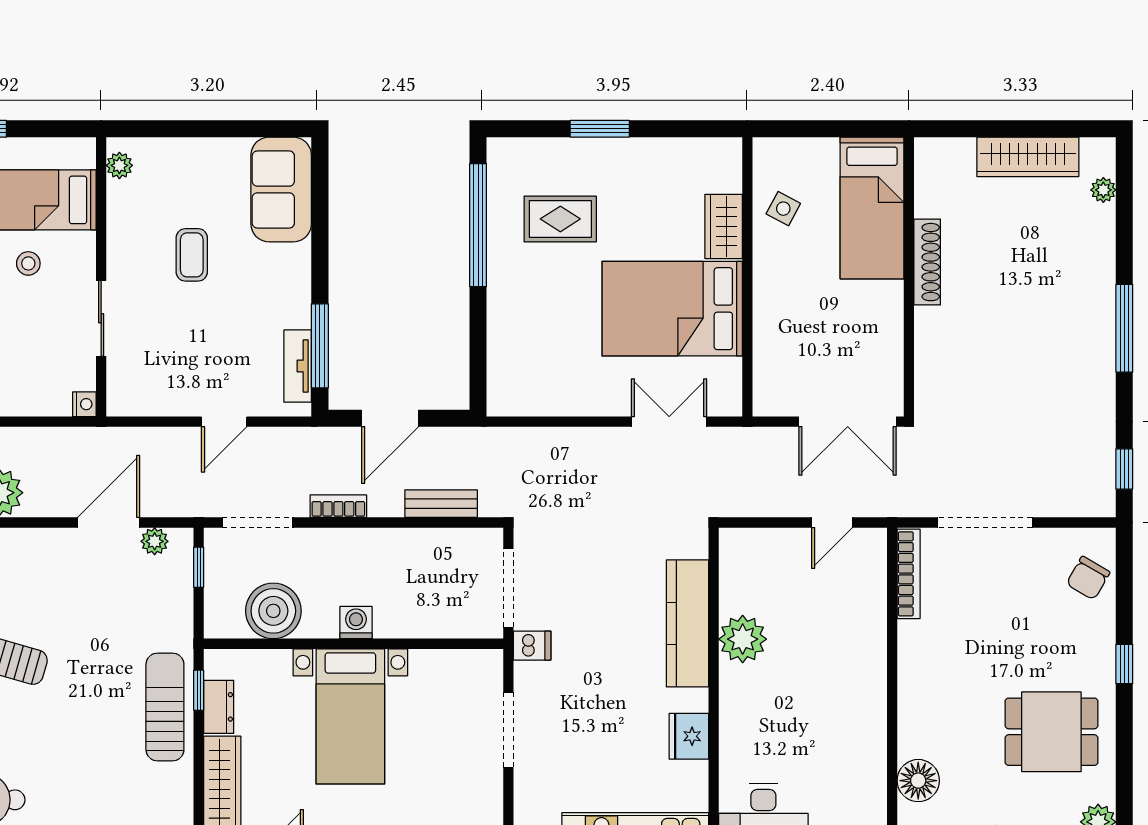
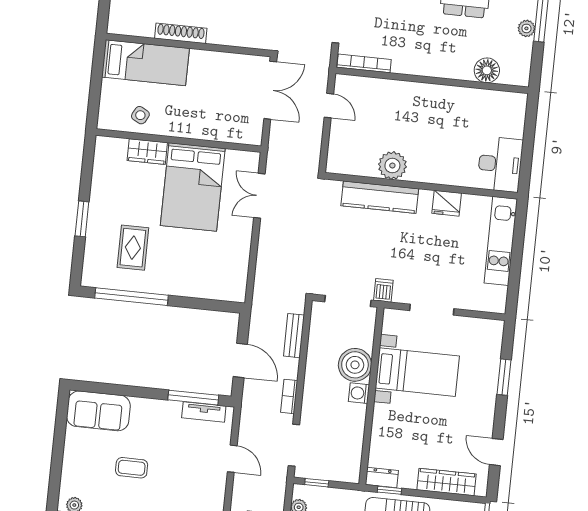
boiler: (273, 611) -> (355, 365), moved
dresser: (219, 707) -> (382, 478), moved
bed with nightstands: (350, 716) -> (417, 372), moved

